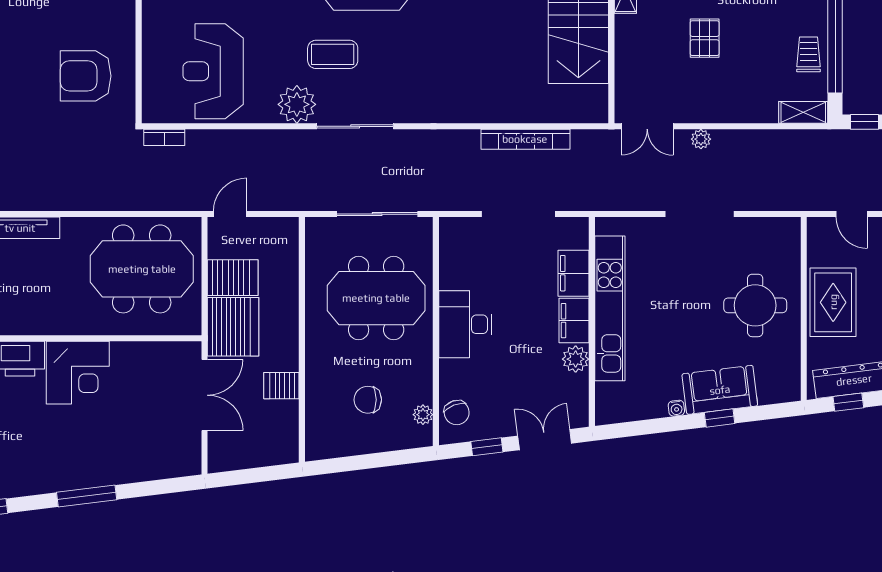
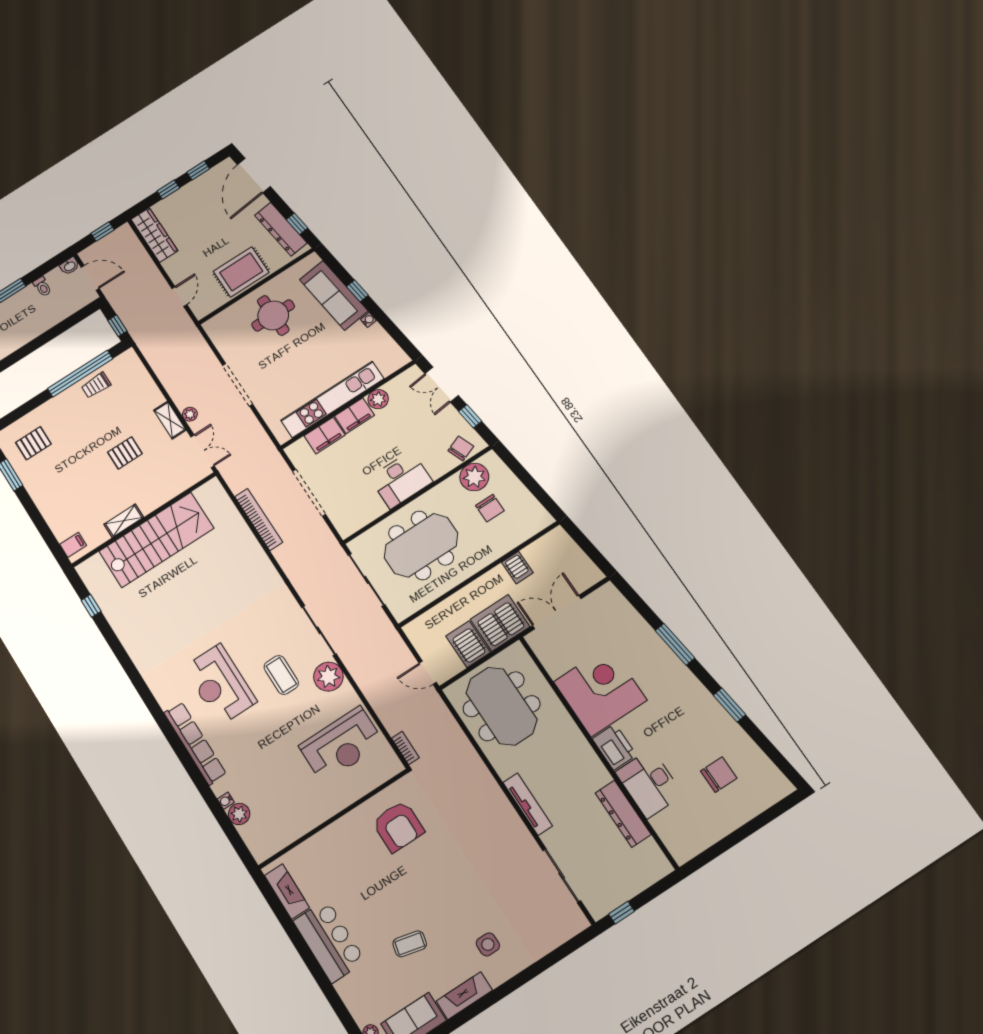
shelving: (803, 112) -> (170, 420), moved
meeting table: (376, 298) -> (421, 545), turned 90
corner desk: (78, 373) -> (600, 691), width x1.36, depth x1.36
sofa: (720, 390) -> (334, 295), width x1.36
plant: (423, 415) -> (474, 477), width x1.88, depth x1.88

